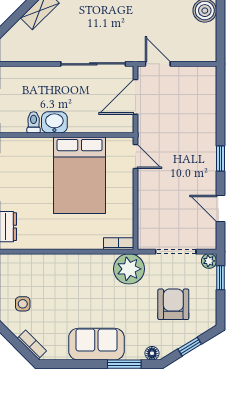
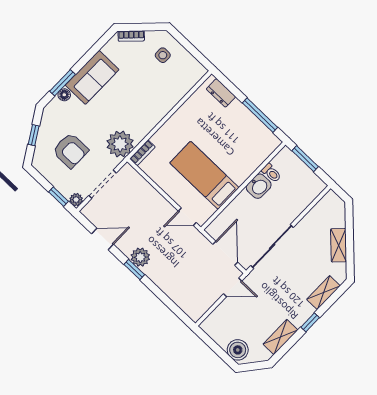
plant: (206, 163) -> (140, 257), added
bed: (80, 175) -> (204, 175), width x0.67
floor lamp: (152, 353) -> (64, 95), moved

